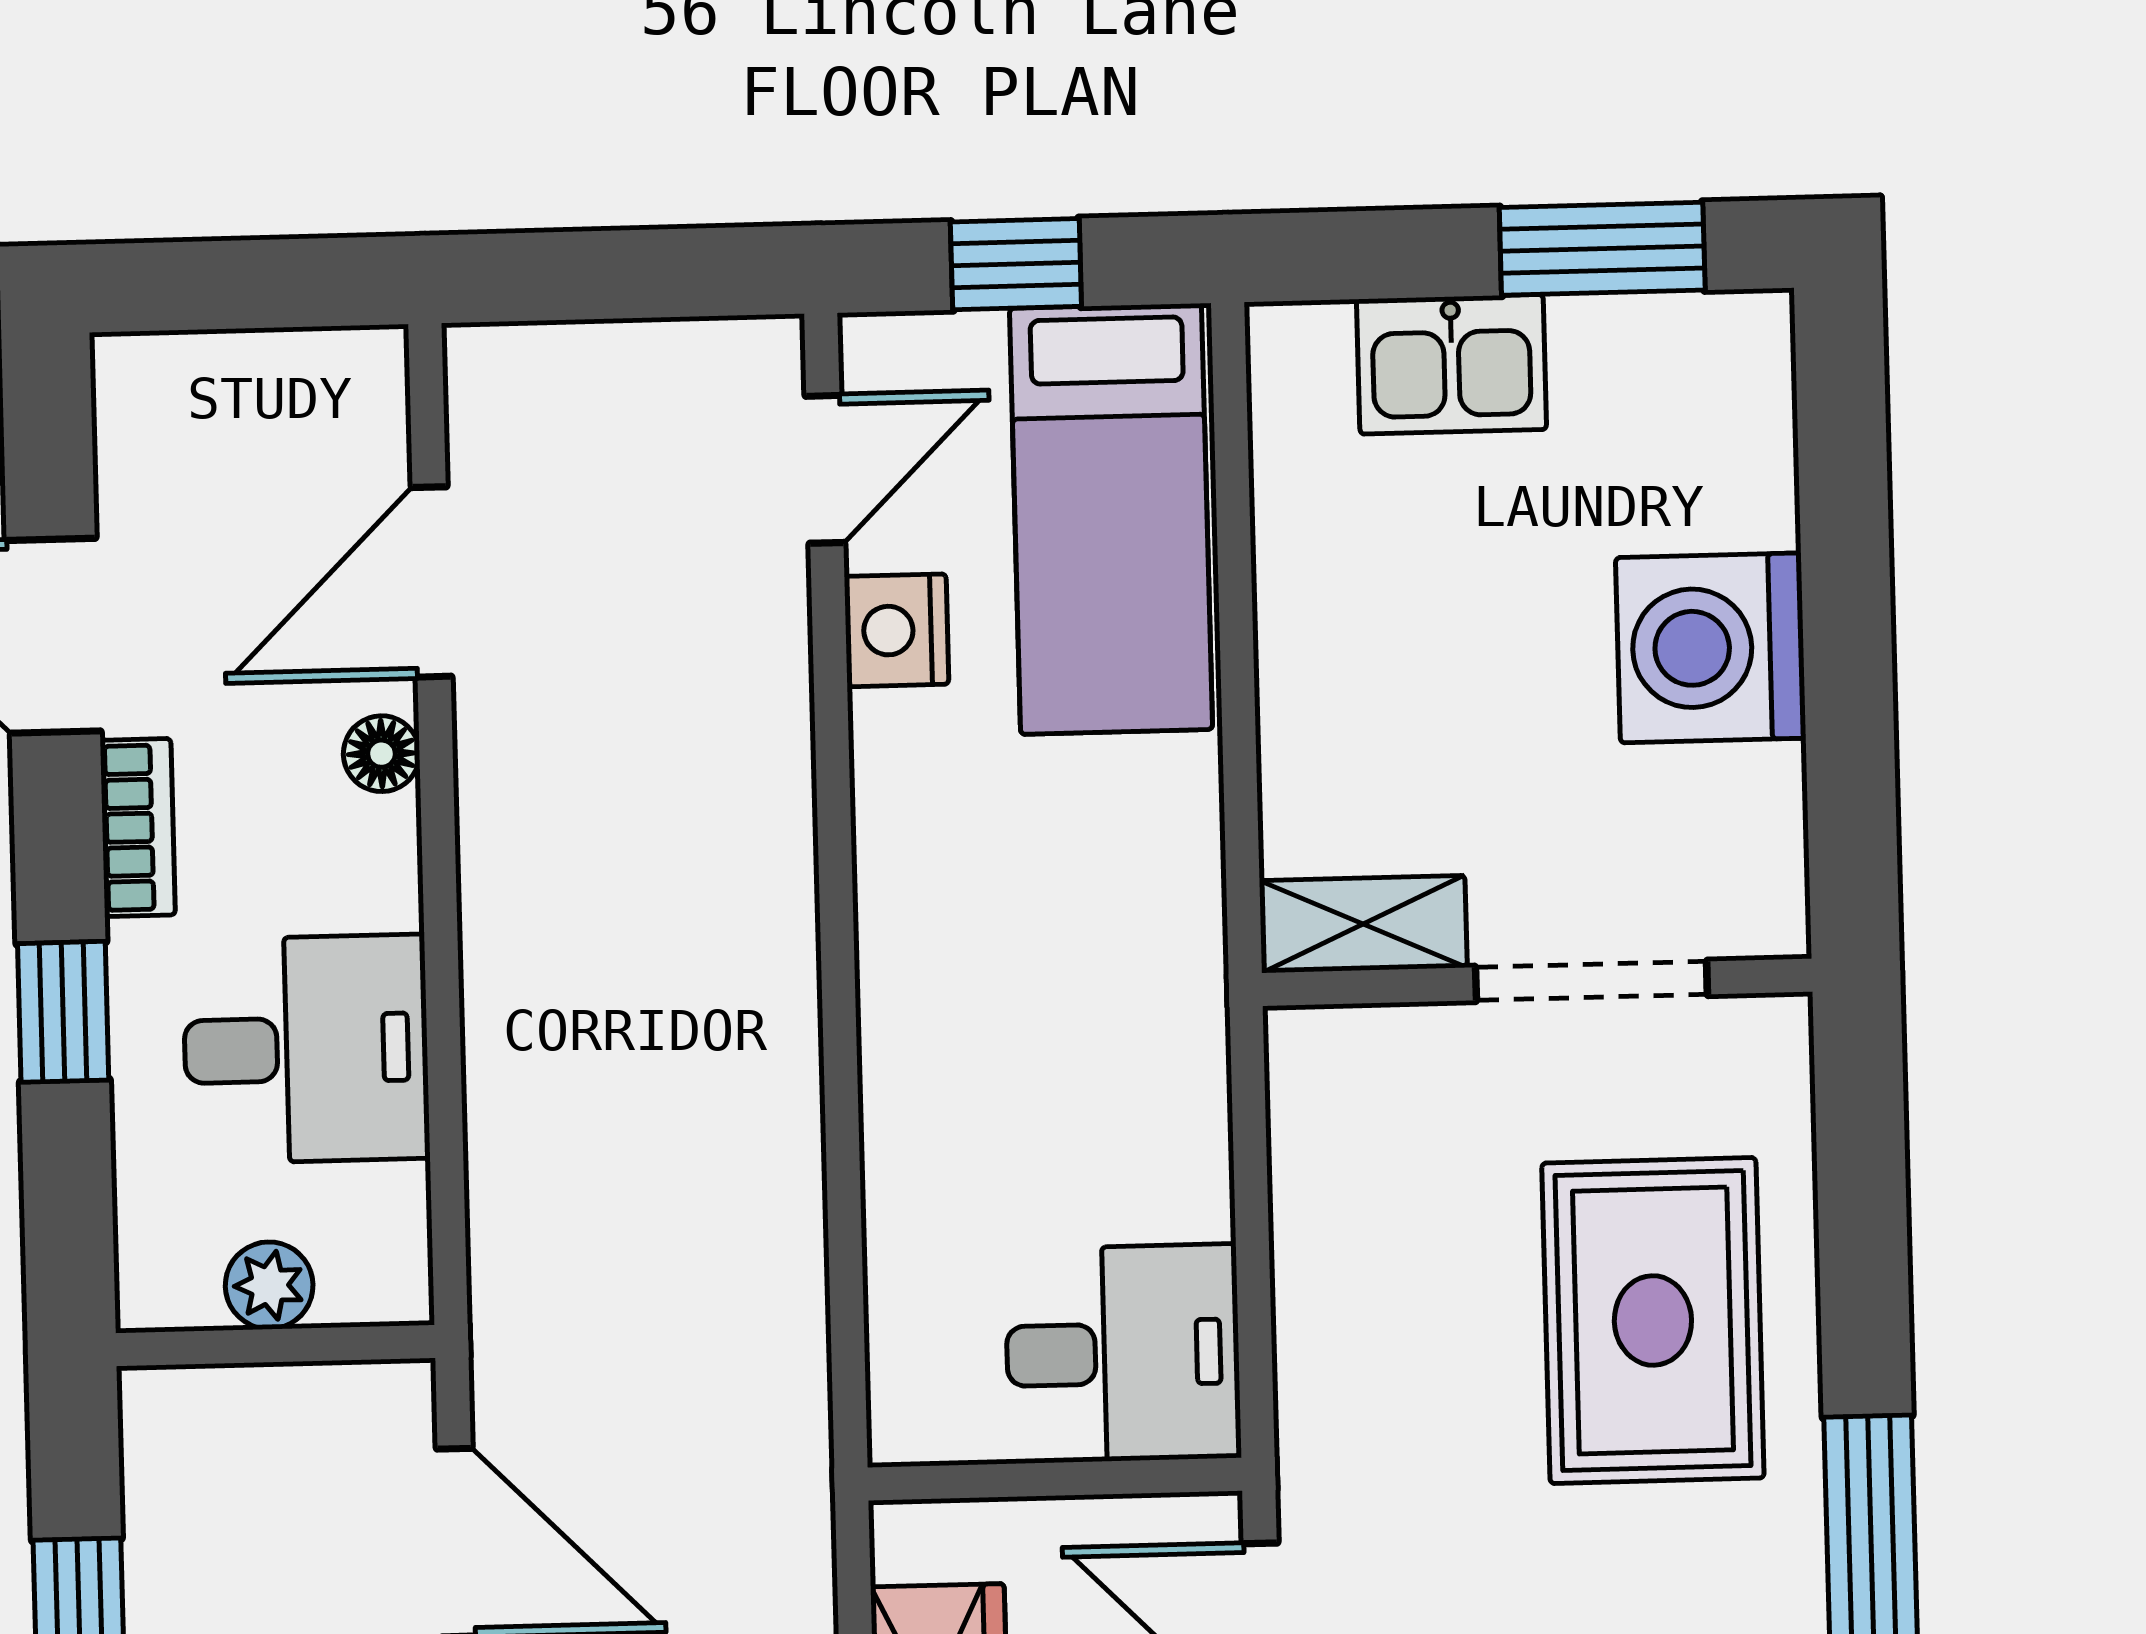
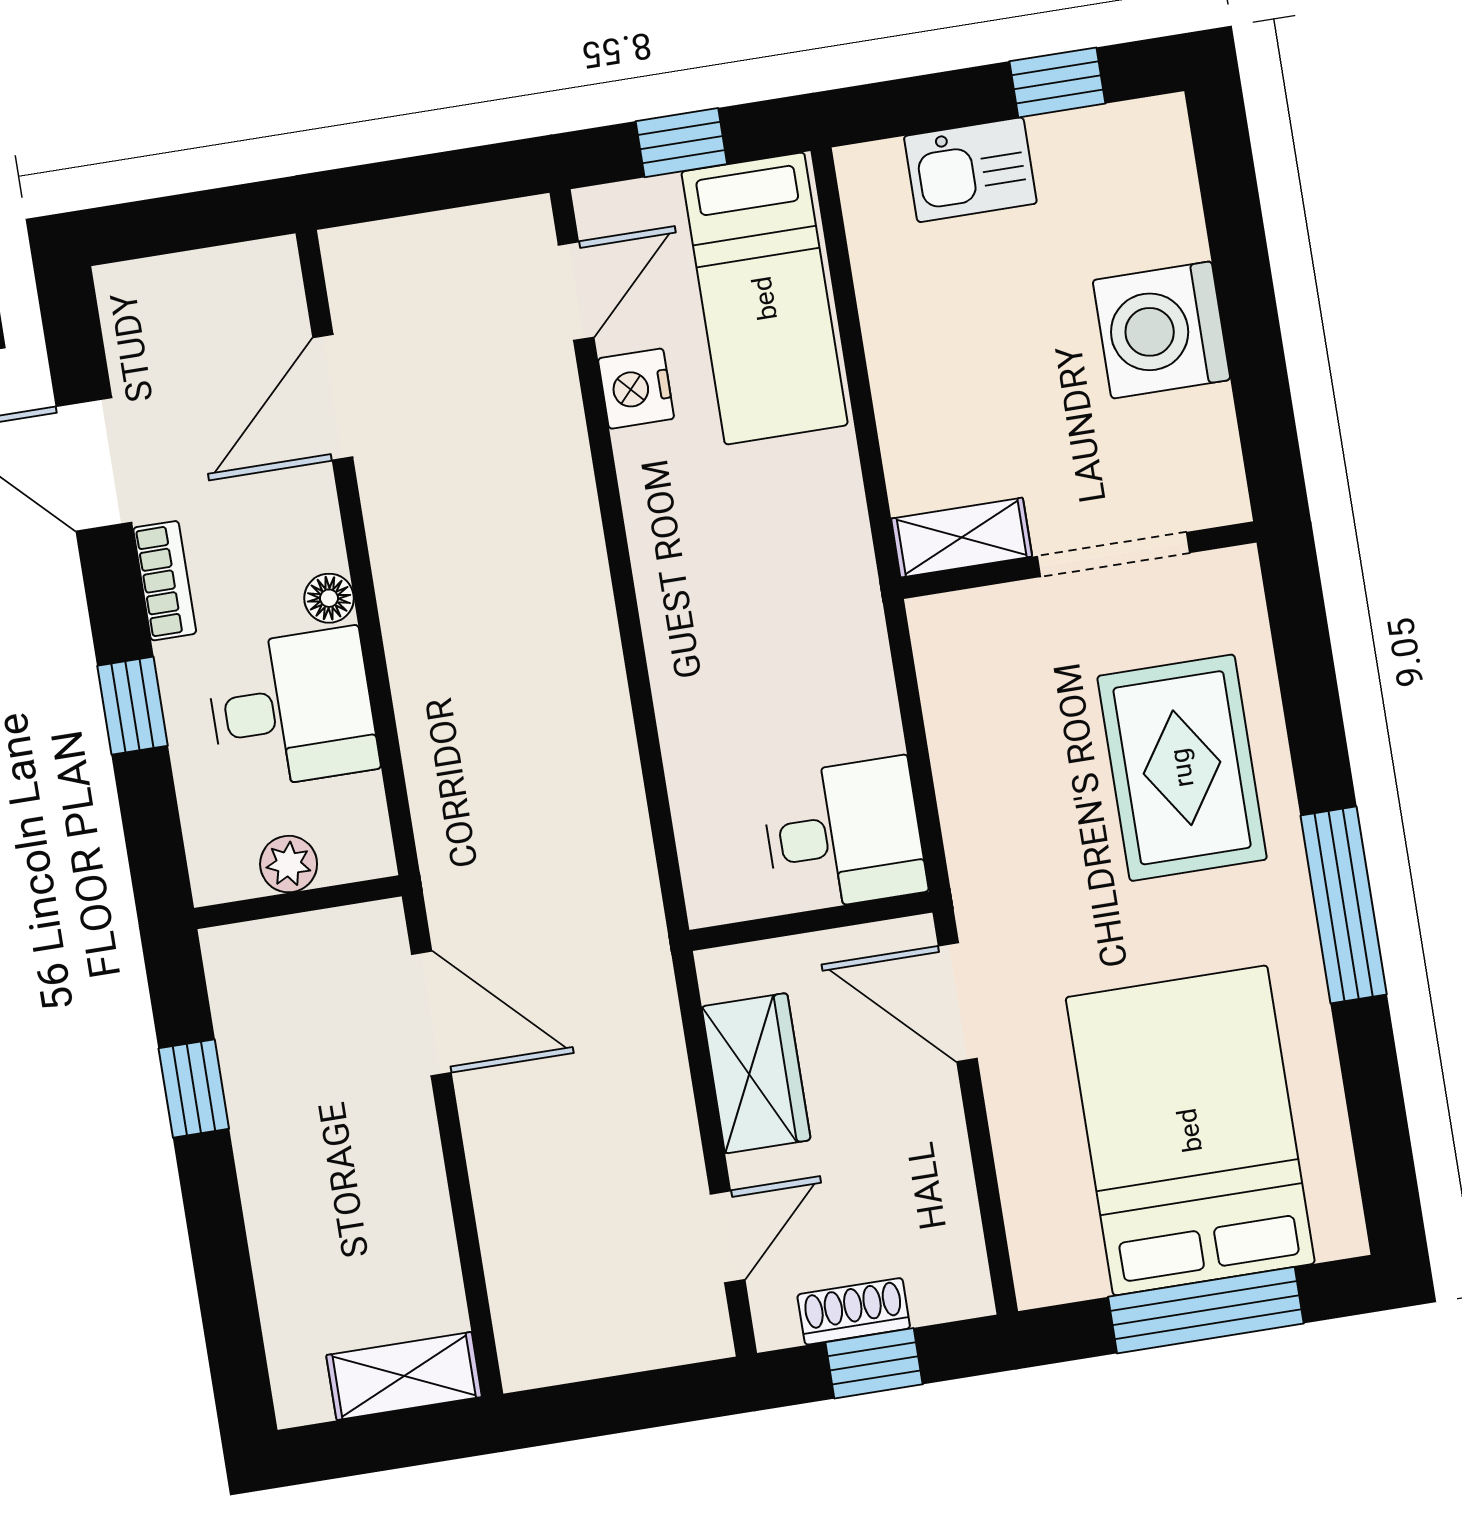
window: (1602, 249) -> (1057, 82), width x0.67
floor lamp: (382, 754) -> (329, 598), moved

